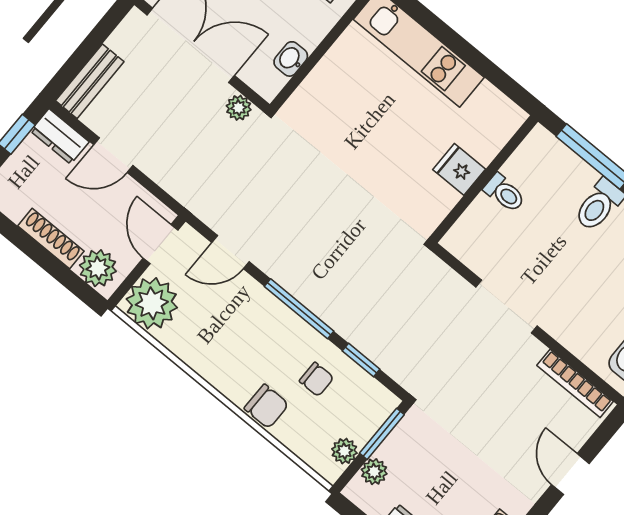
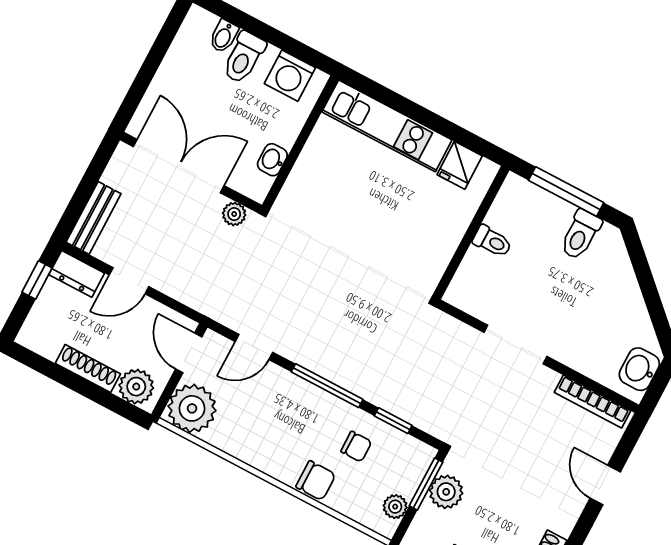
fridge: (459, 169) -> (460, 165), moved, turned -90
plant: (374, 472) -> (446, 492), moved, width x1.38, depth x1.38

